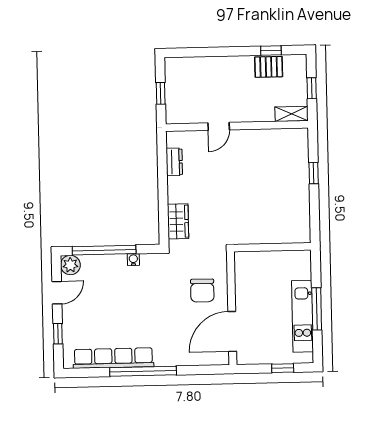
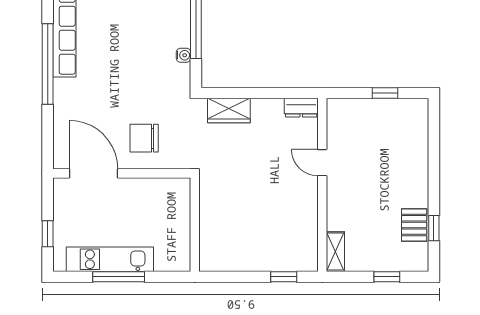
shelving: (292, 114) -> (335, 252), moved
door: (219, 126) -> (322, 163), moved
wall: (237, 126) -> (322, 185), moved

